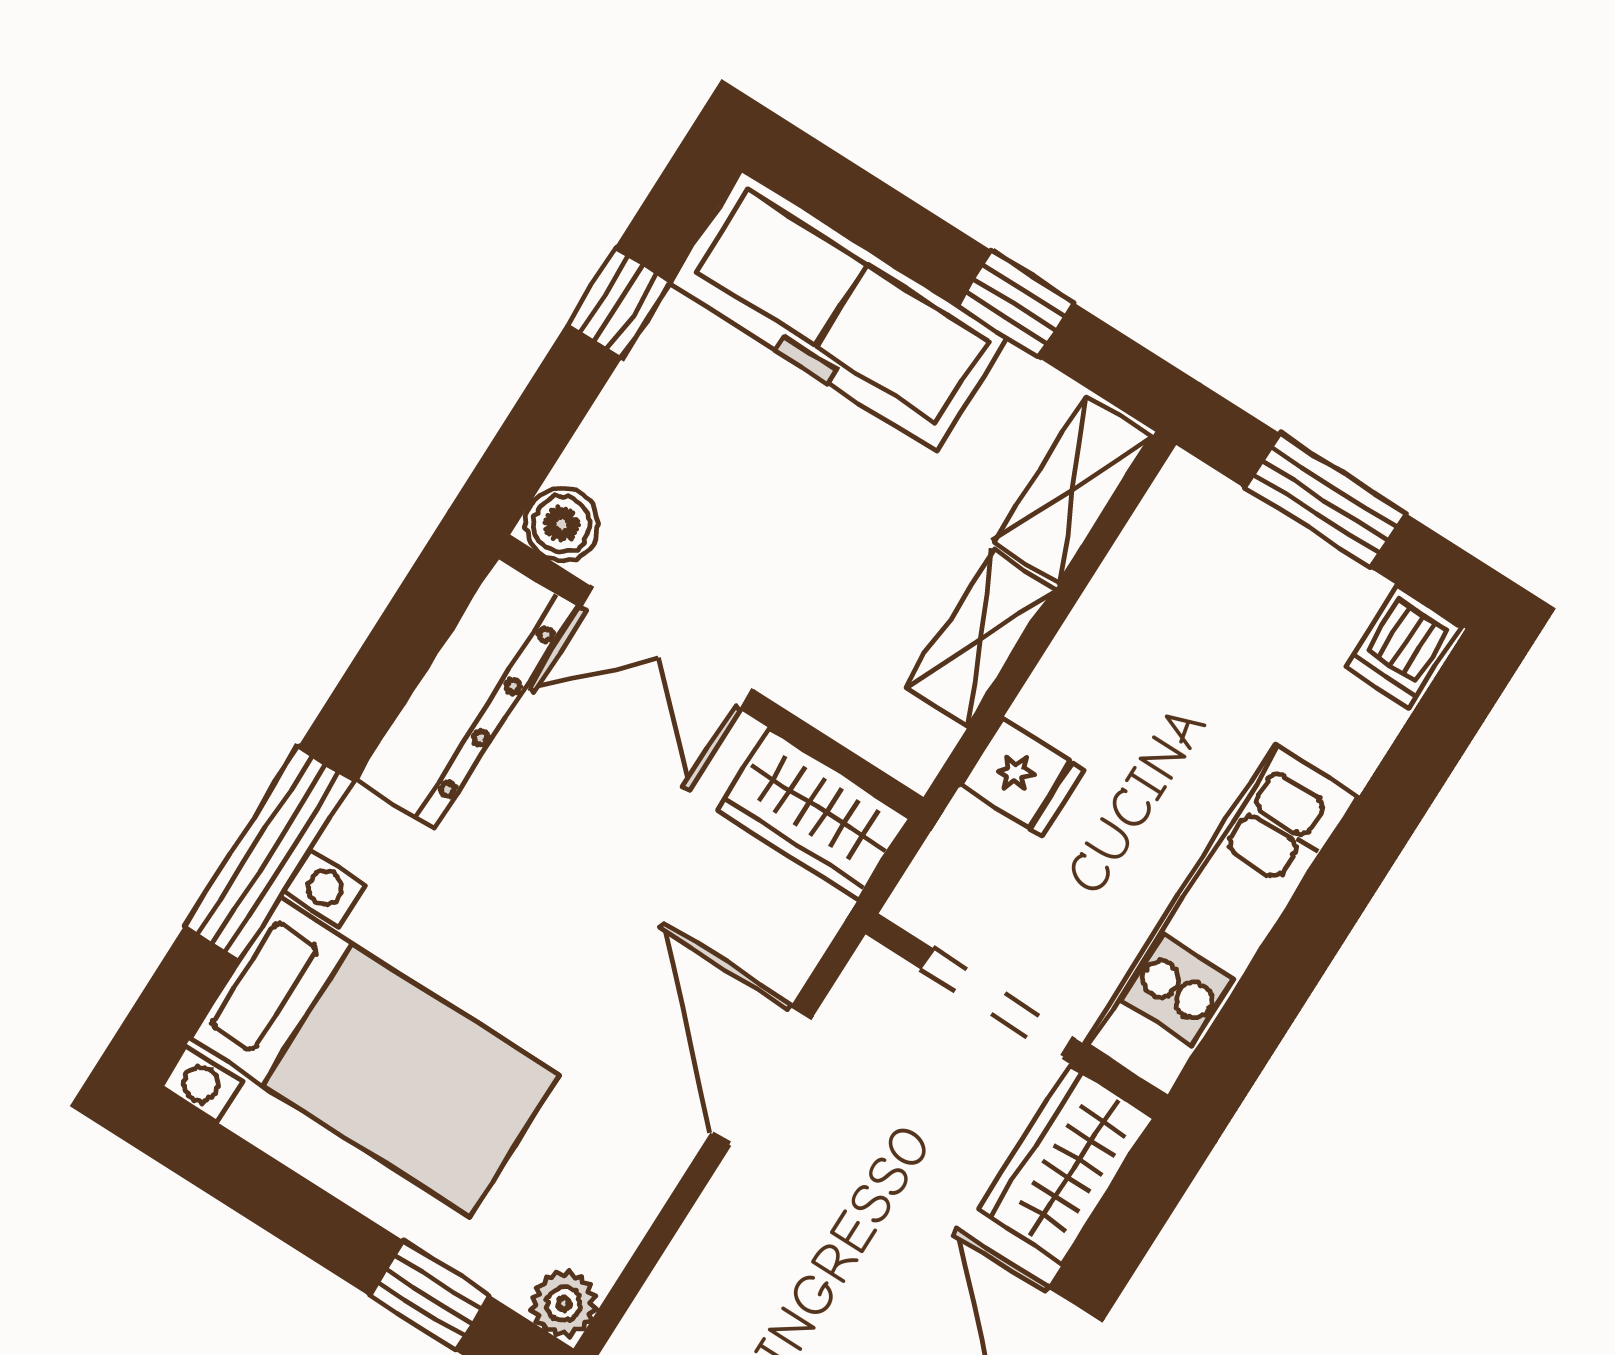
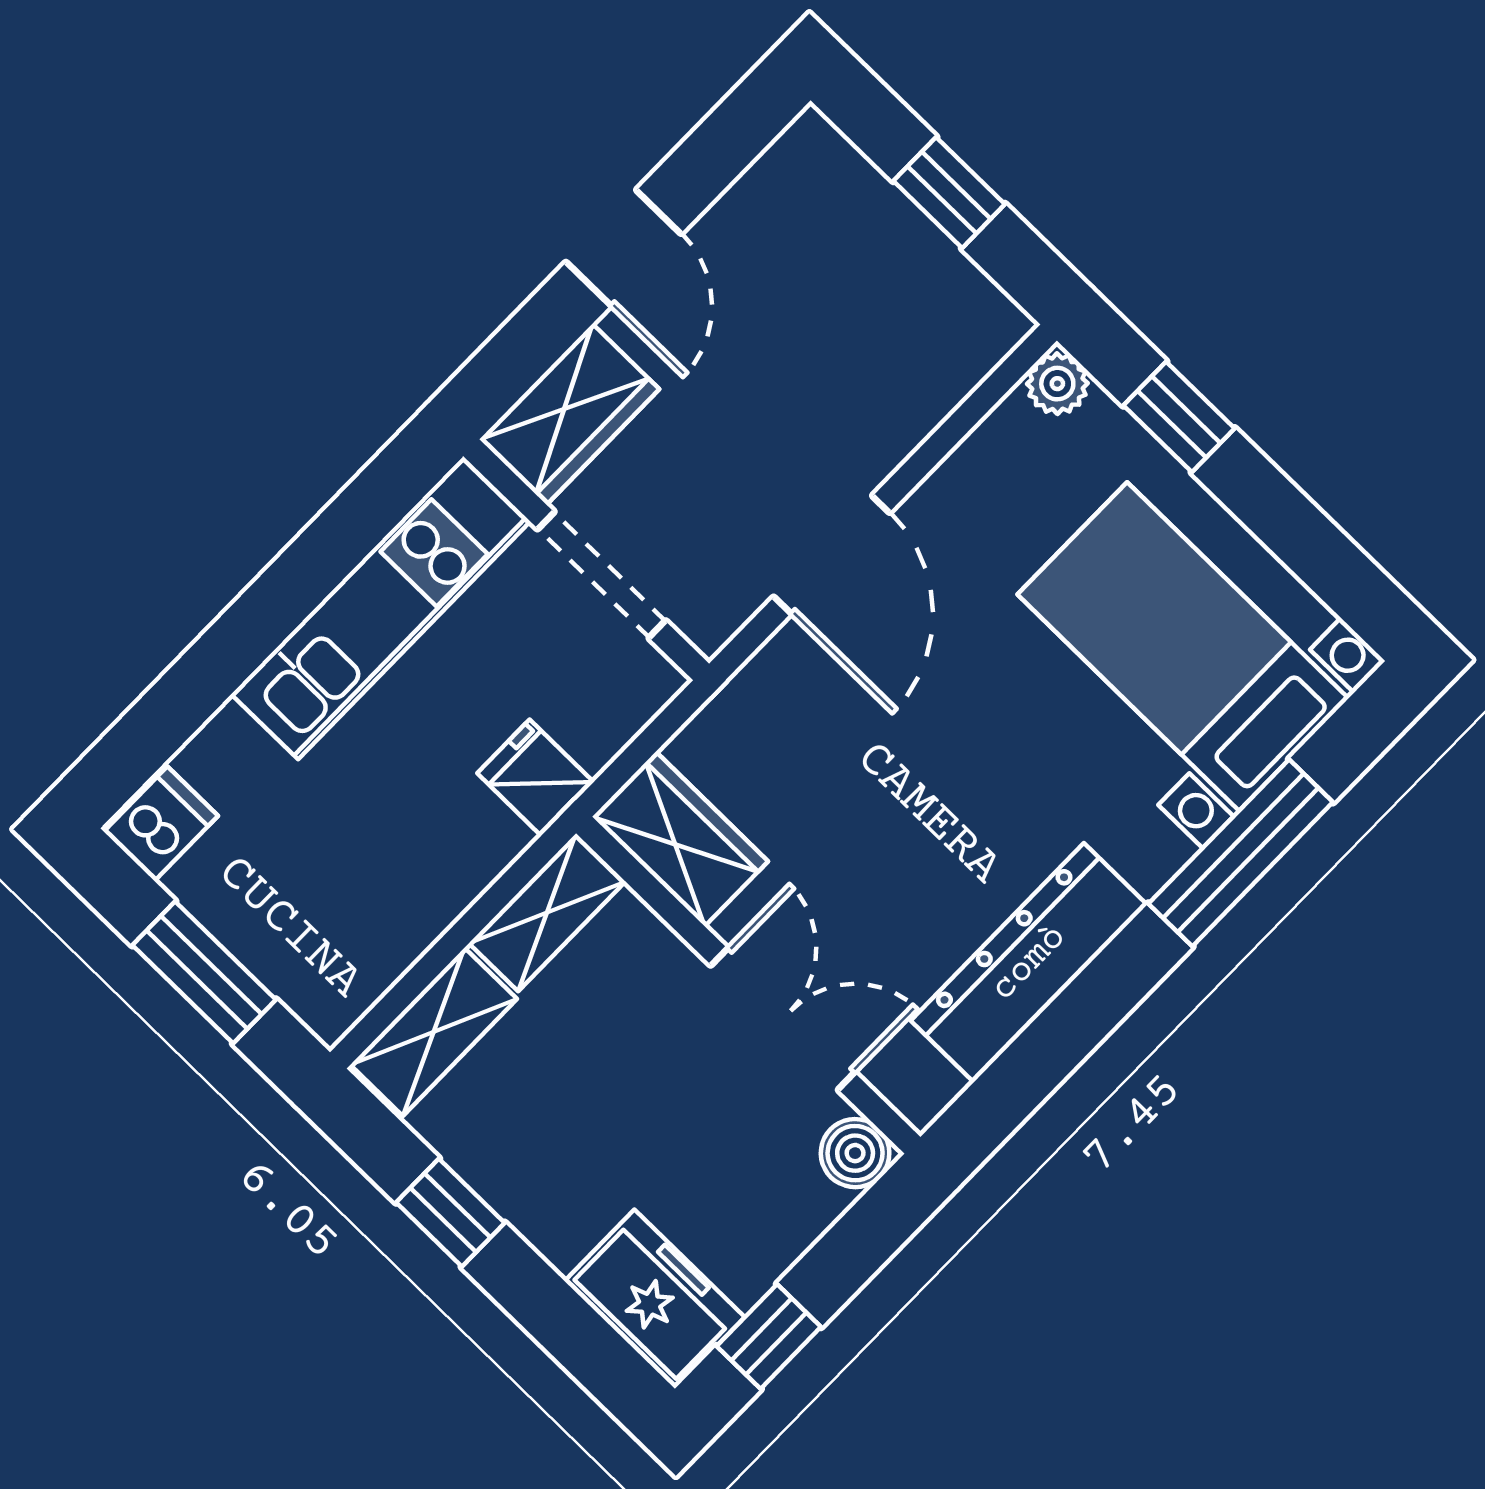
window: (618, 303) -> (769, 1336), moved
freezer: (838, 311) -> (655, 1299), width x0.52, depth x0.79
boiler: (562, 524) -> (855, 1153), moved
double door: (667, 648) -> (783, 1019), moved
wall: (710, 676) -> (748, 985), moved
wardrobe: (813, 814) -> (680, 839), moved

